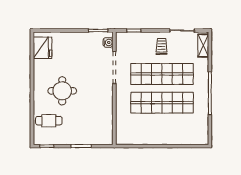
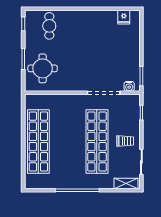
fridge: (43, 48) -> (124, 17), width x0.53, depth x0.75
round table: (62, 91) -> (43, 68), moved
shop shelf: (162, 103) -> (38, 141), moved

